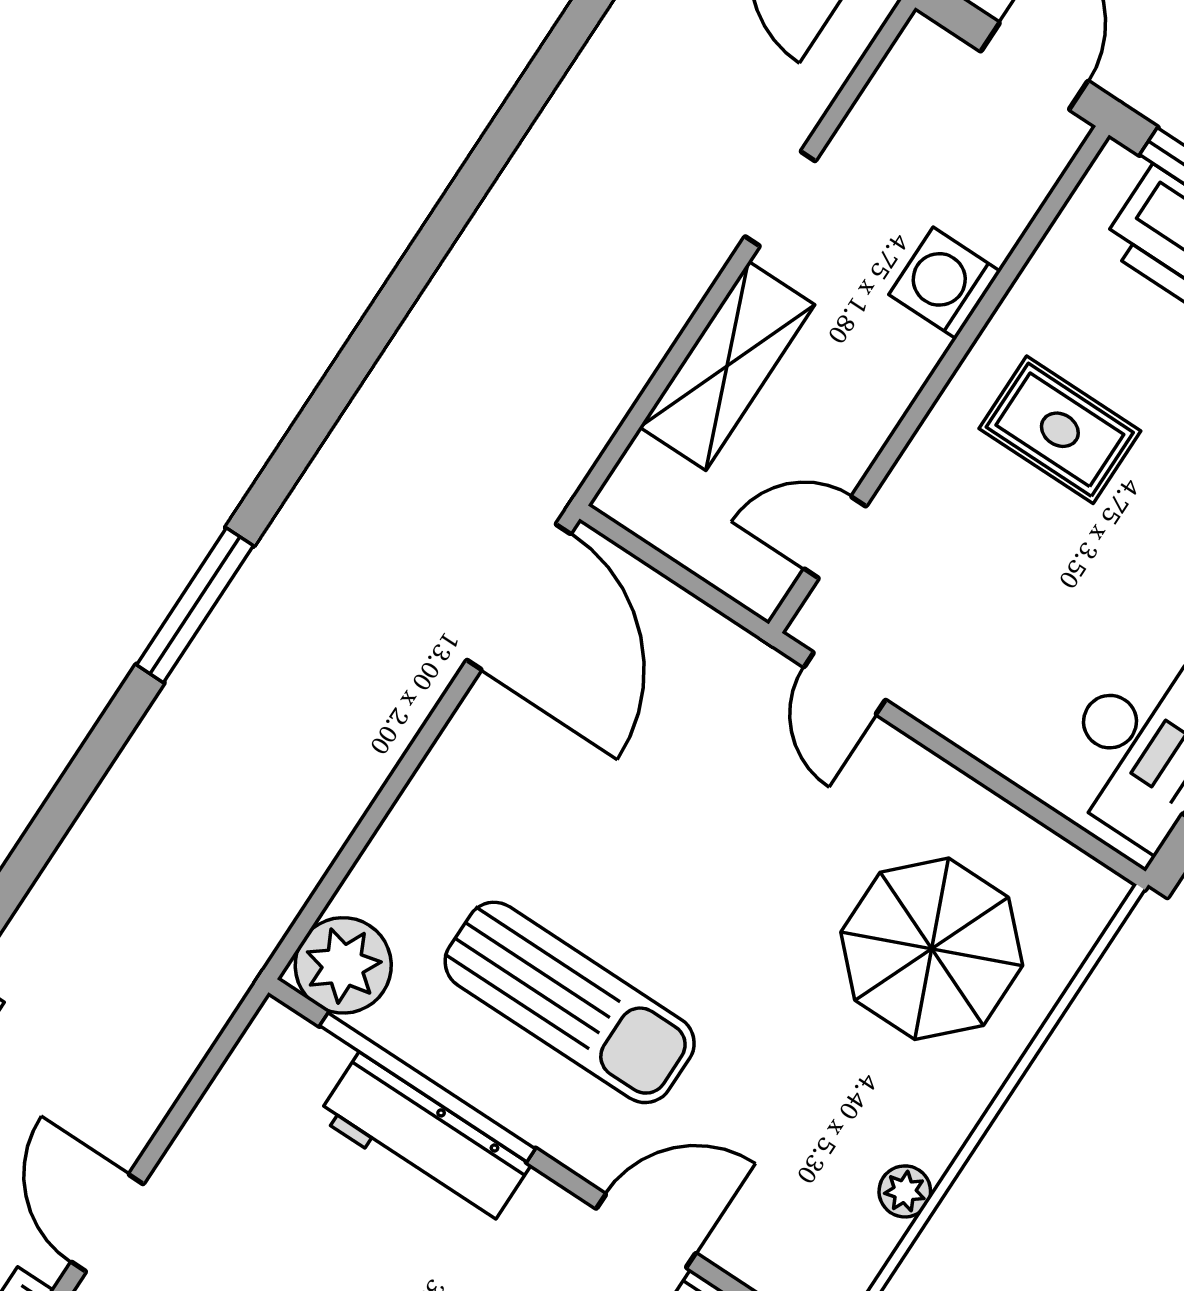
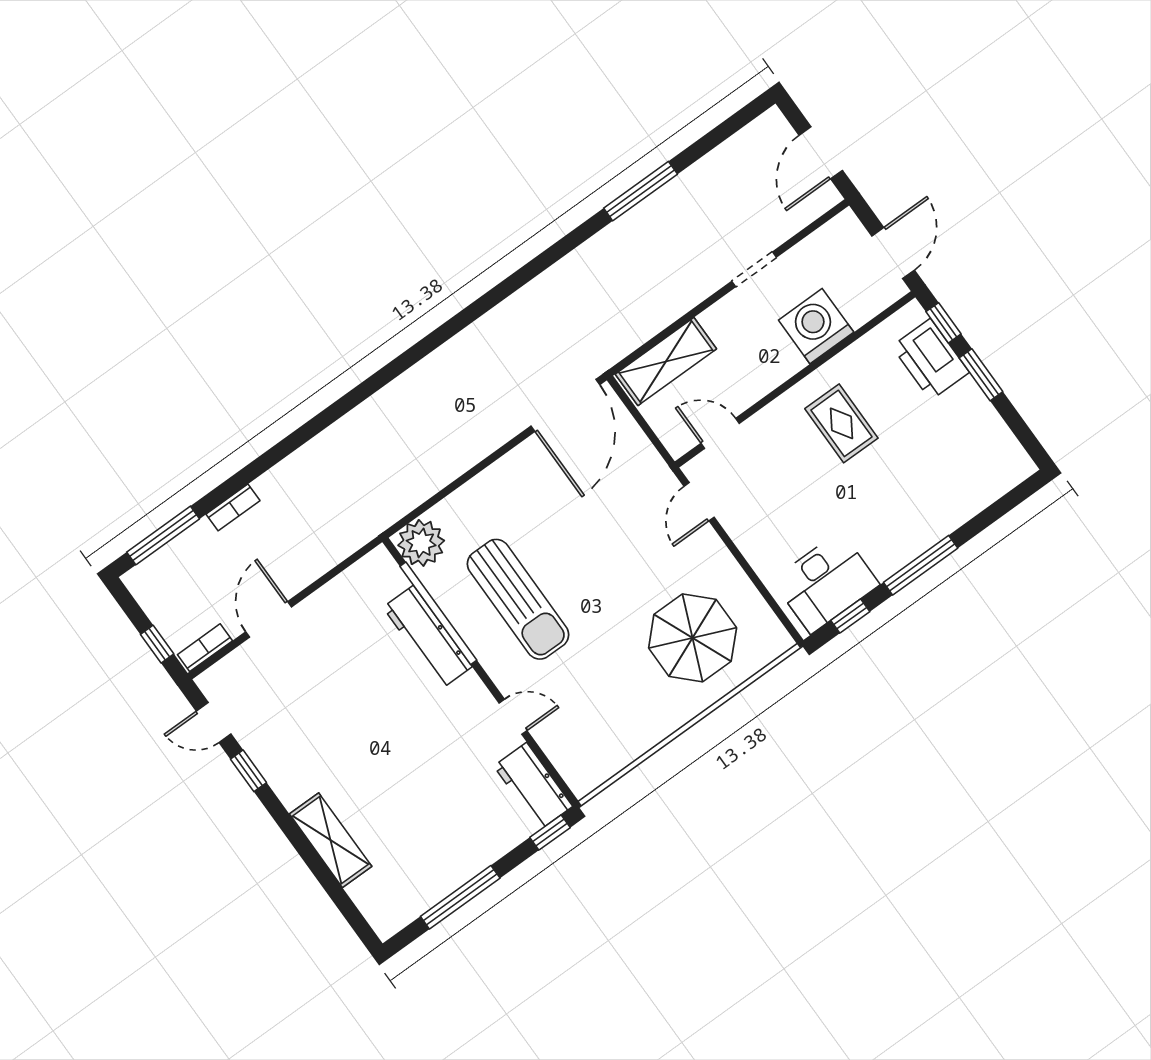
washing machine: (945, 283) -> (816, 326), width x1.37, depth x1.37
shelving: (727, 366) -> (666, 361), moved
window: (195, 605) -> (641, 191), moved
plant: (905, 1191) -> (638, 744), removed
door: (646, 1231) -> (513, 717), width x0.73

